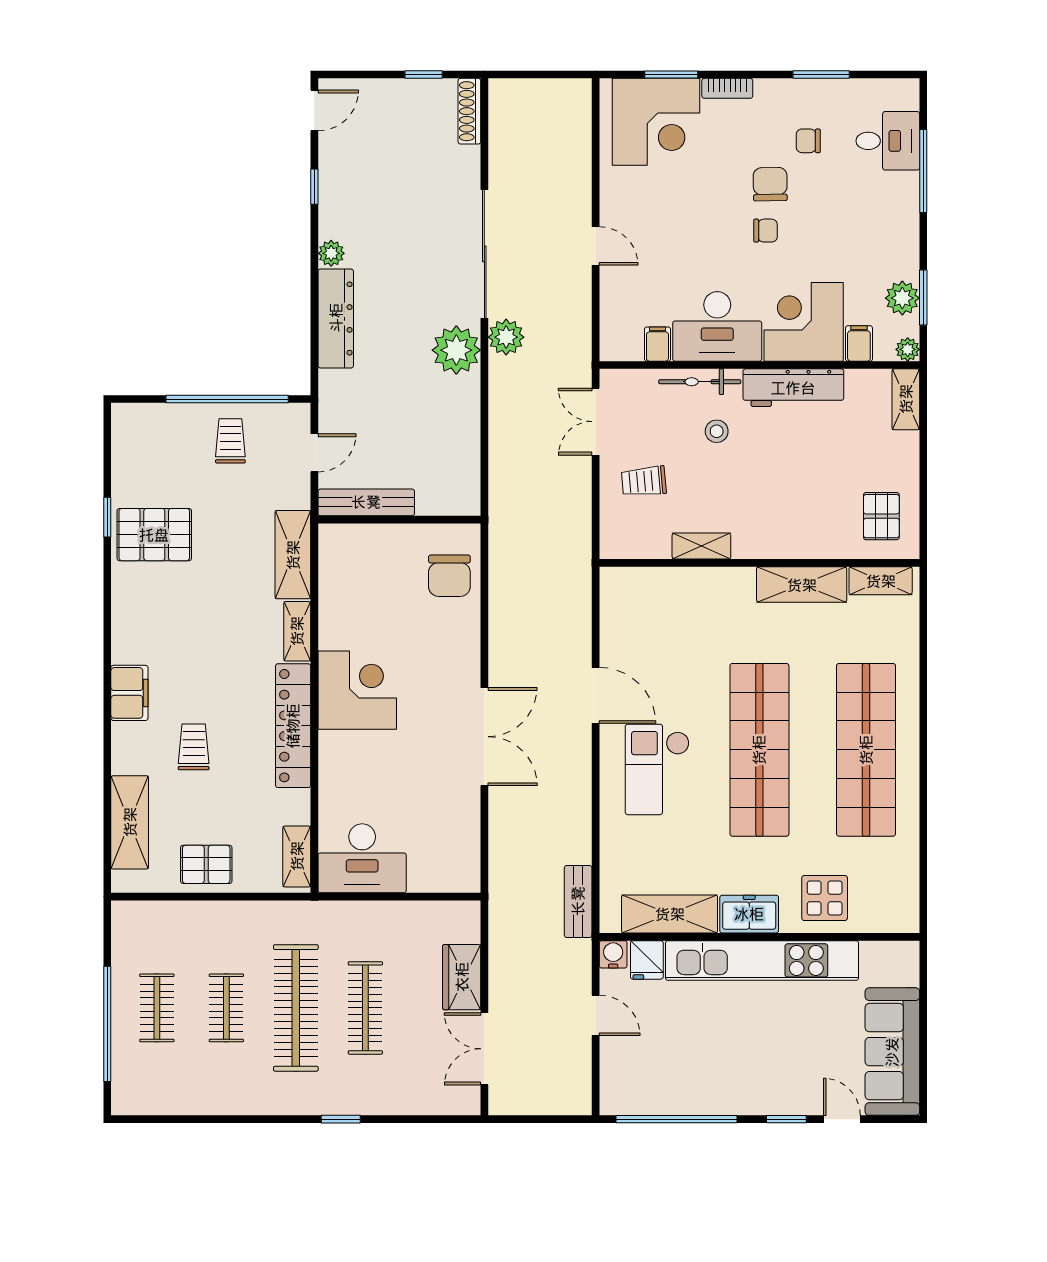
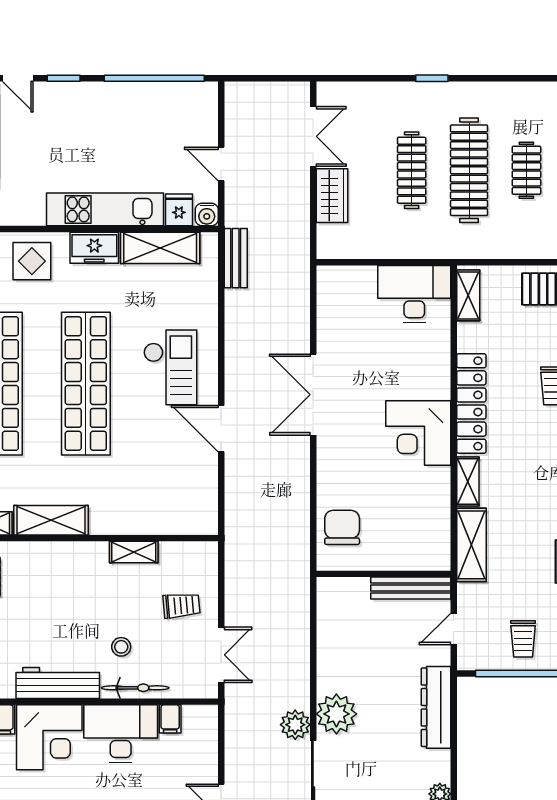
dresser: (336, 318) -> (436, 707), moved
kitchen unit: (762, 960) -> (105, 209), width x0.73

